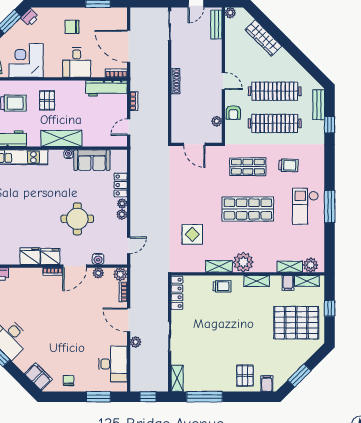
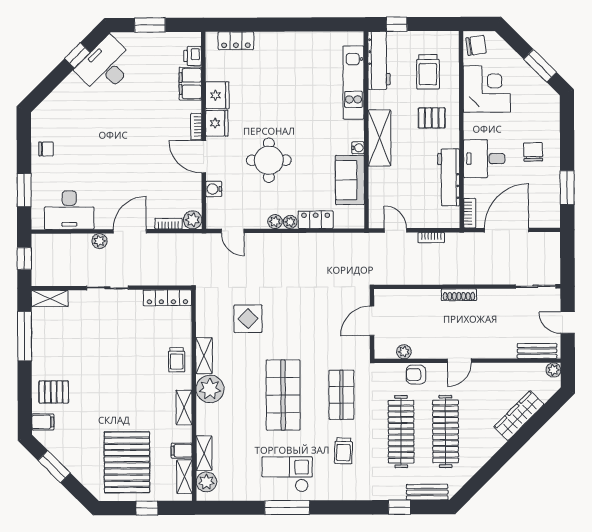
printer: (30, 17) -> (546, 94), removed
workbench: (106, 88) -> (449, 177), moved
plant: (98, 273) -> (194, 189), removed
filing cabinet: (38, 377) -> (190, 84), moved, turned 135

